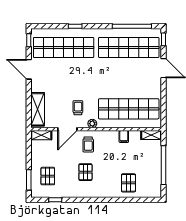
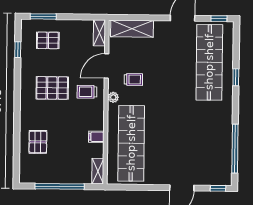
shop shelf: (129, 47) -> (208, 144), removed
door: (67, 129) -> (107, 66), hinge flipped
pallet: (85, 172) -> (52, 88), width x1.50, depth x1.42
pallet: (128, 183) -> (38, 142), turned 90

